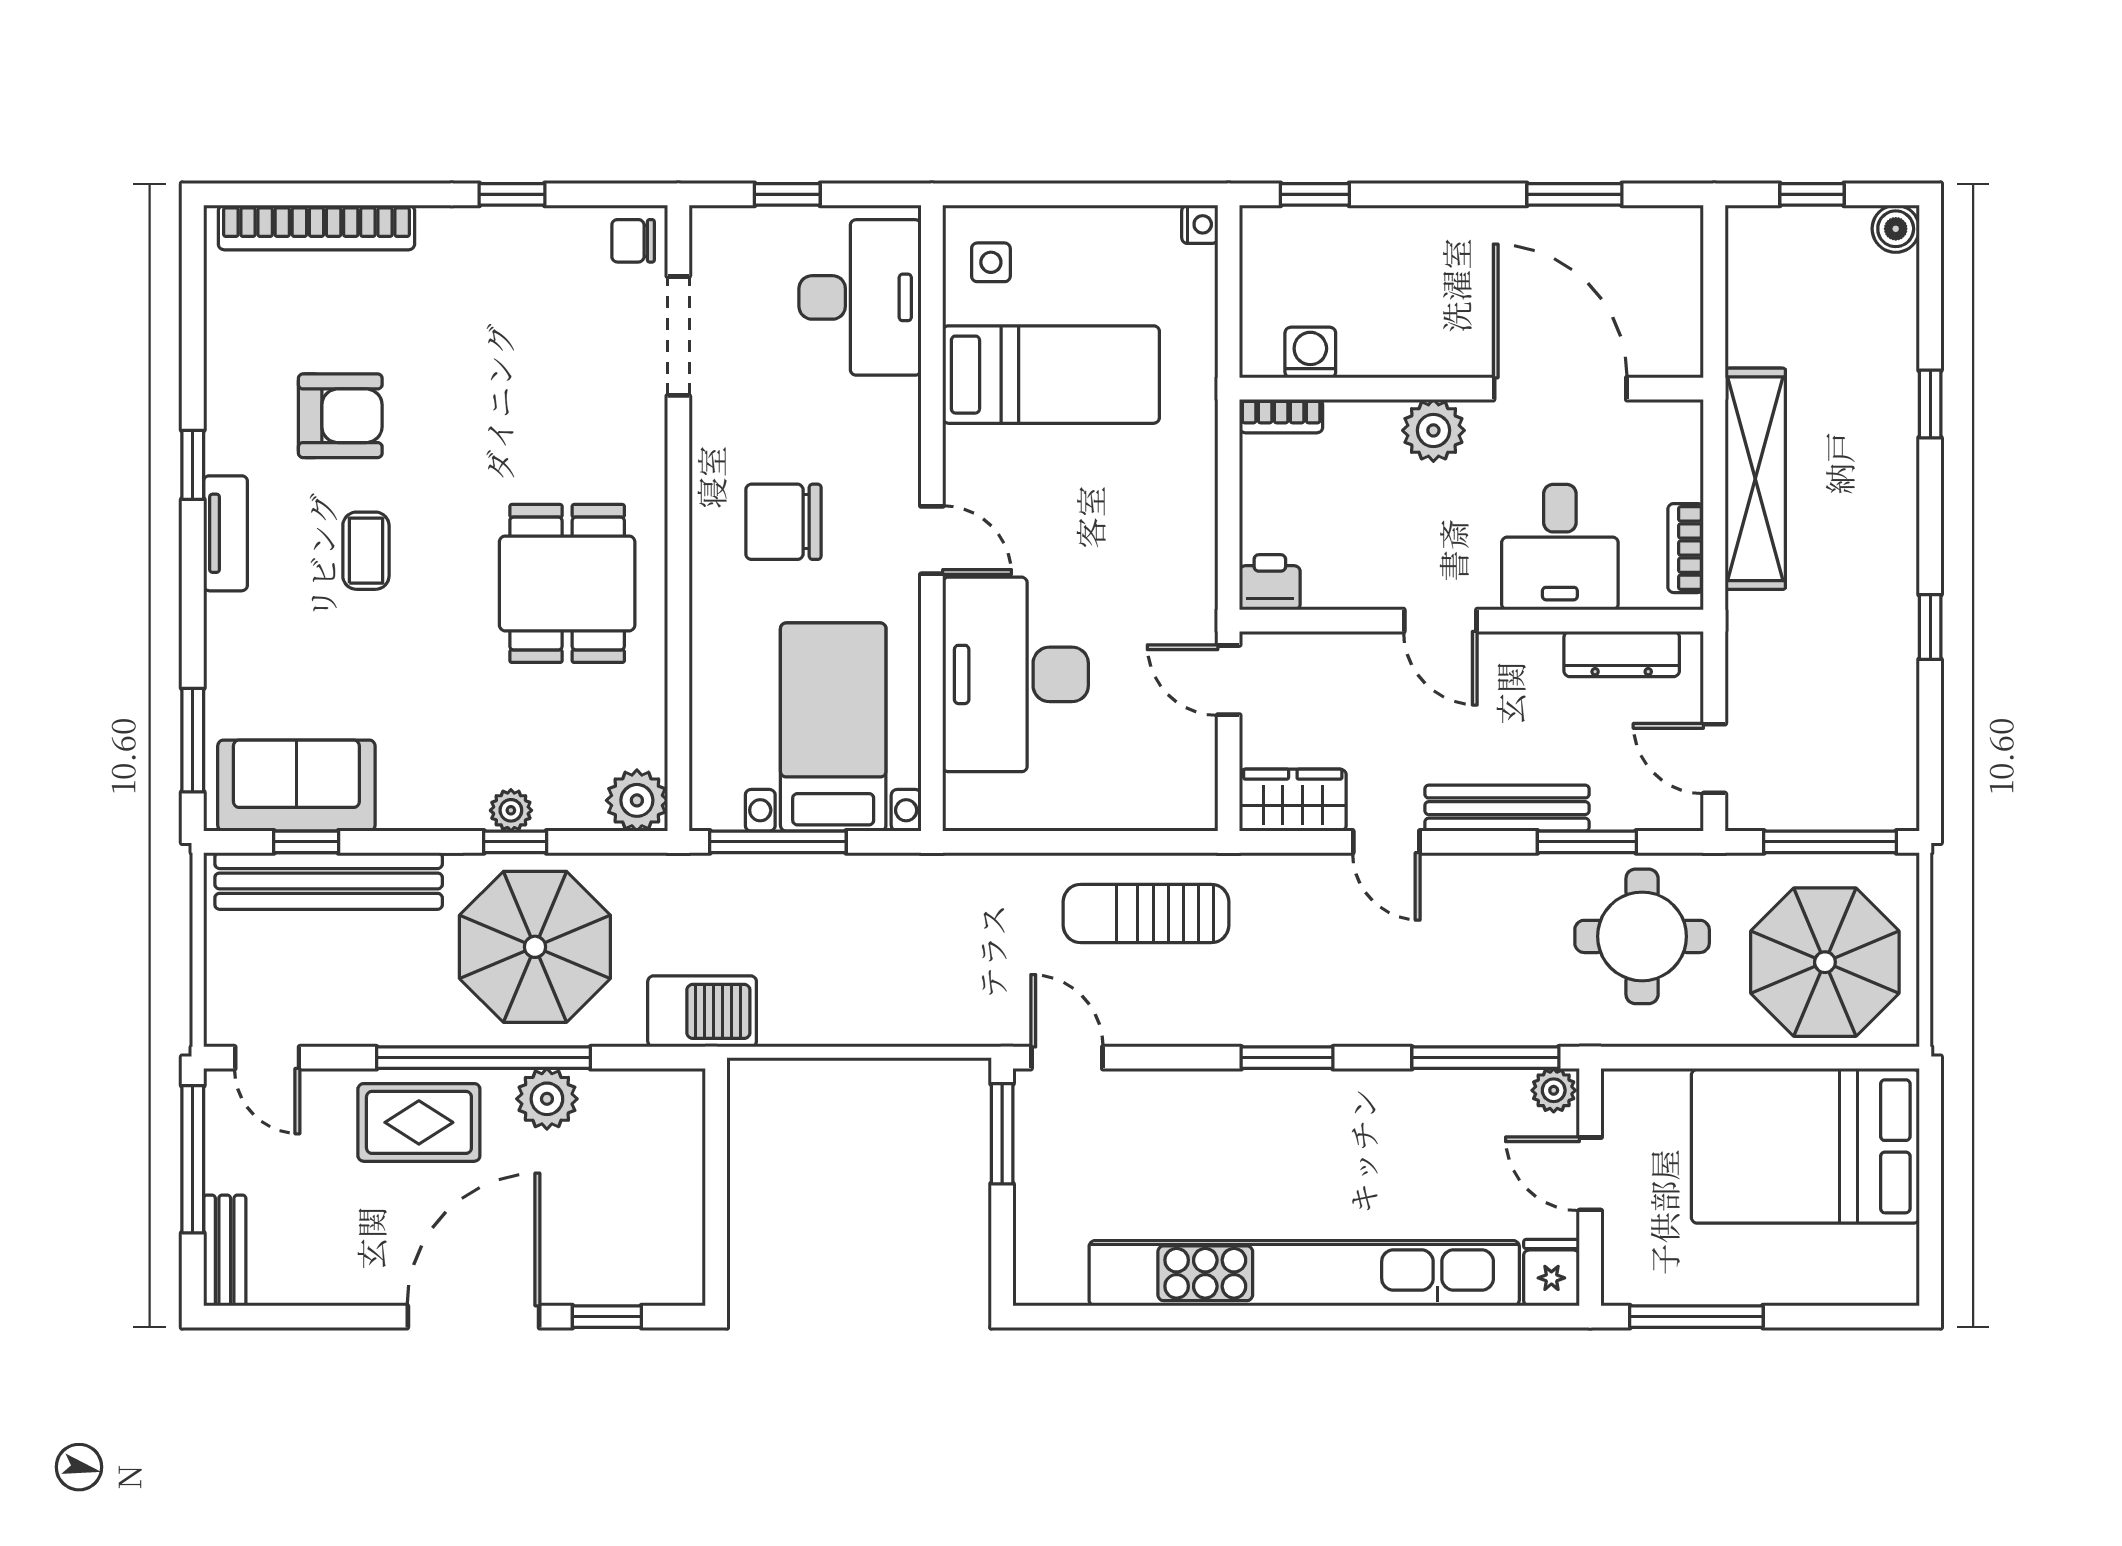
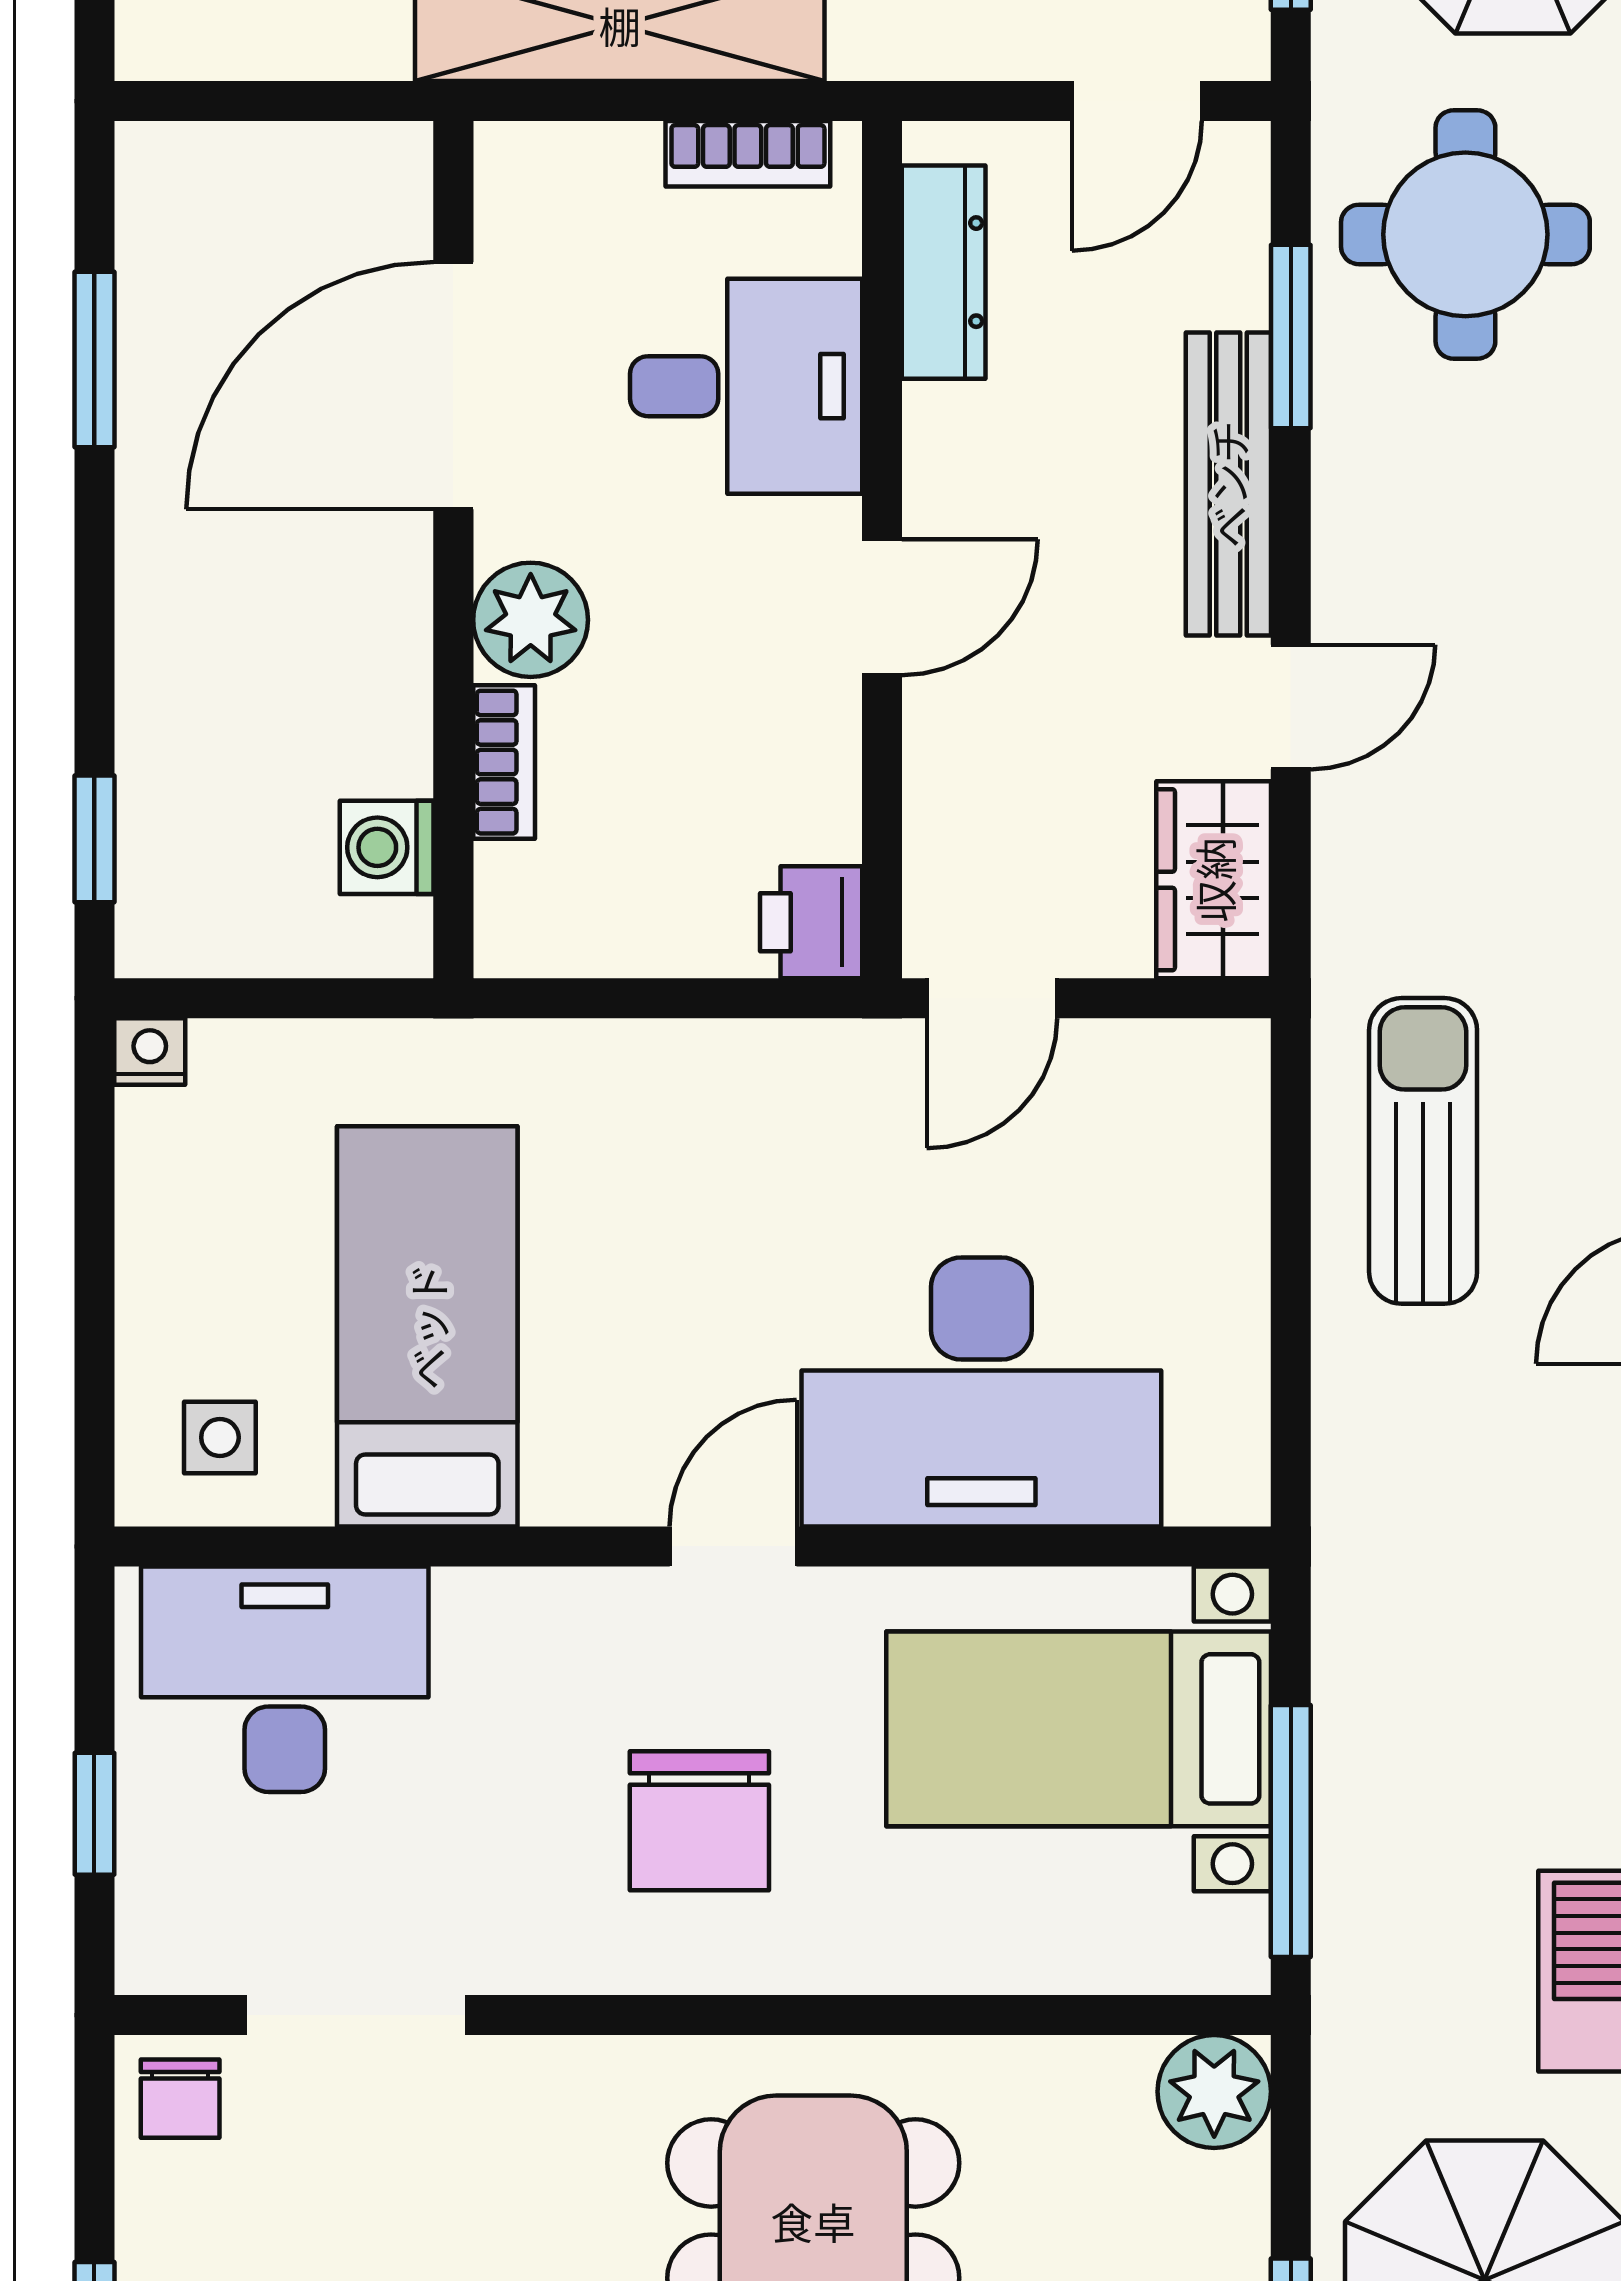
bookcase: (1281, 416) -> (504, 762), moved
sun lounger: (1146, 913) -> (1423, 1151), turned 180

